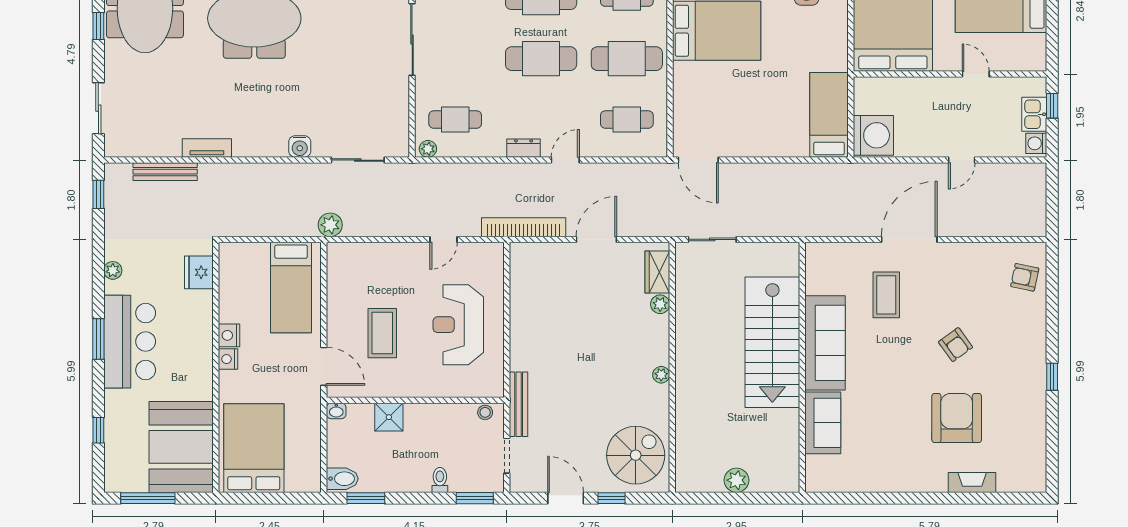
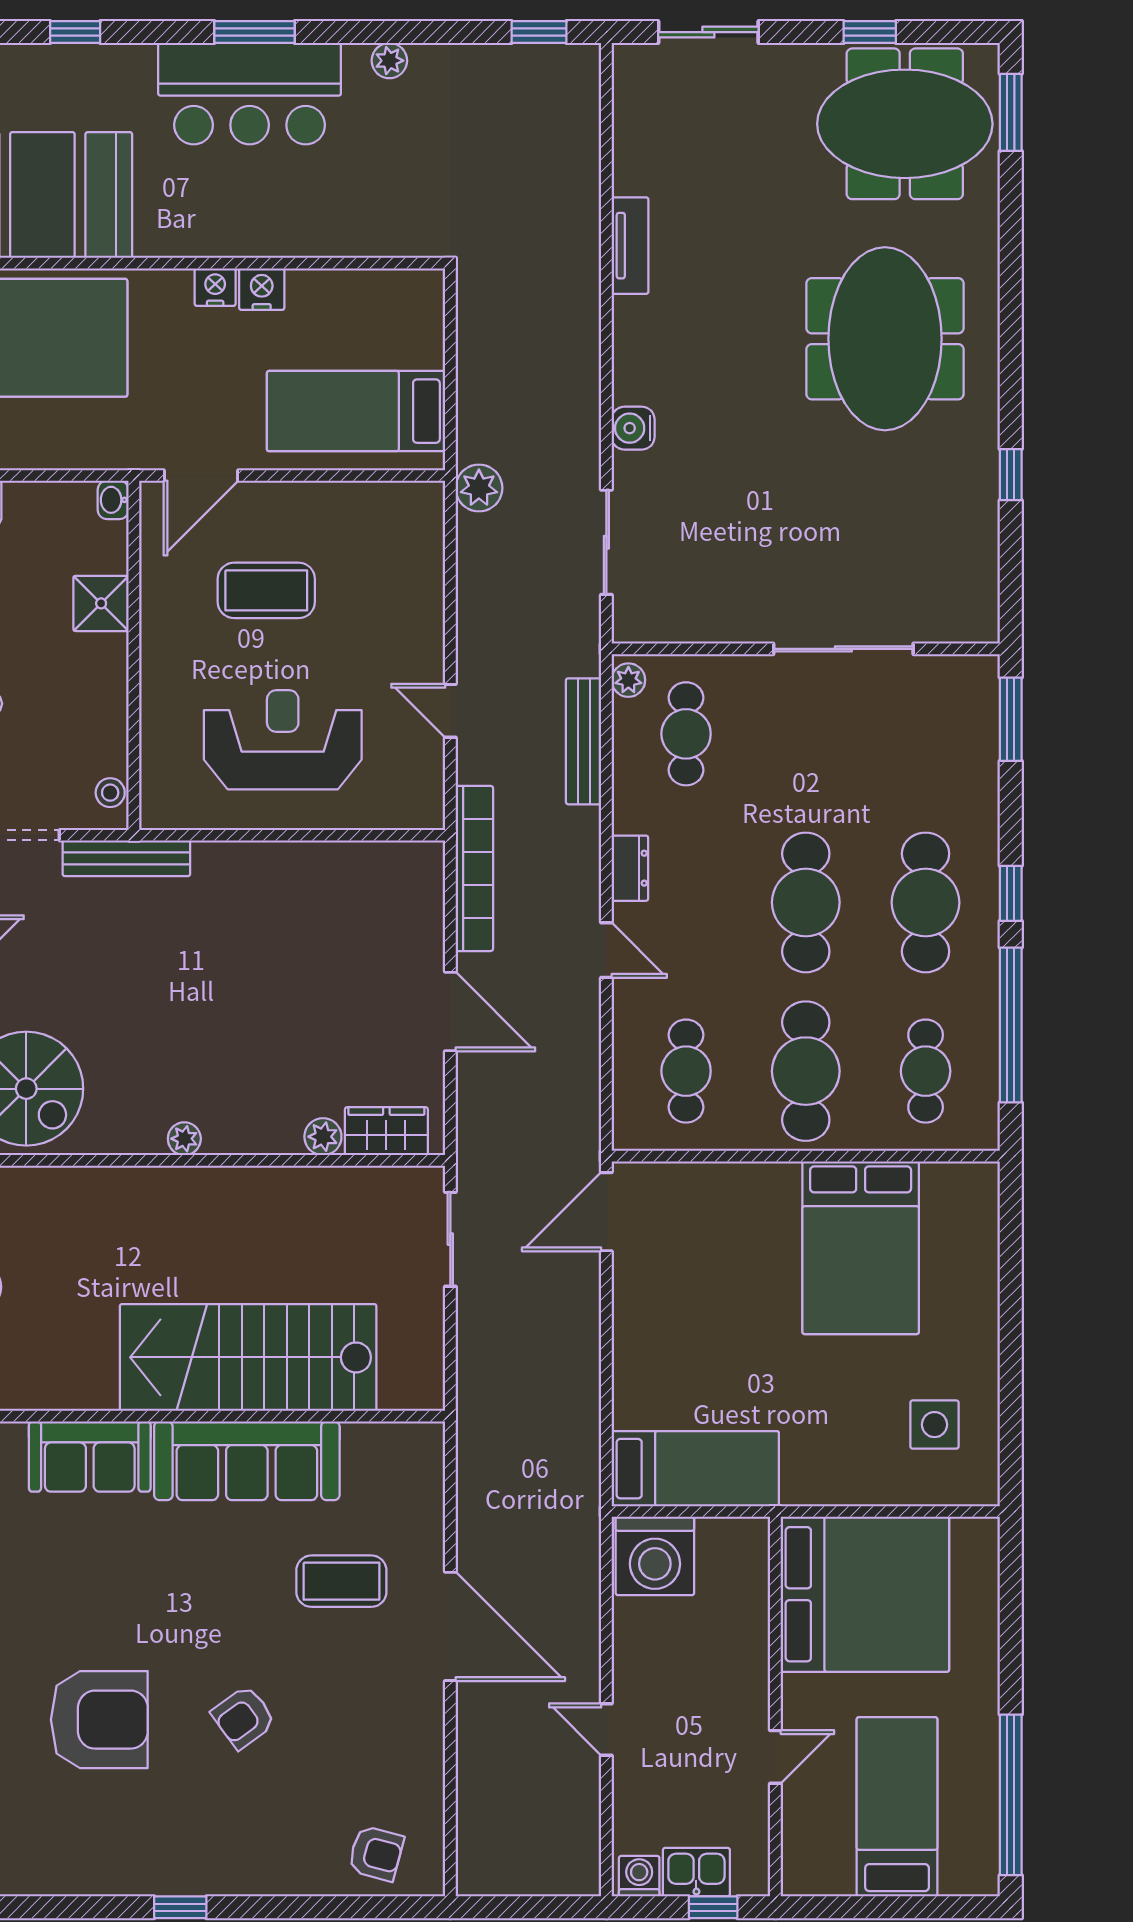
bench: (165, 172) -> (584, 741), moved
fridge: (199, 272) -> (386, 230), removed
armchair: (1025, 277) -> (376, 1853), turned 93

